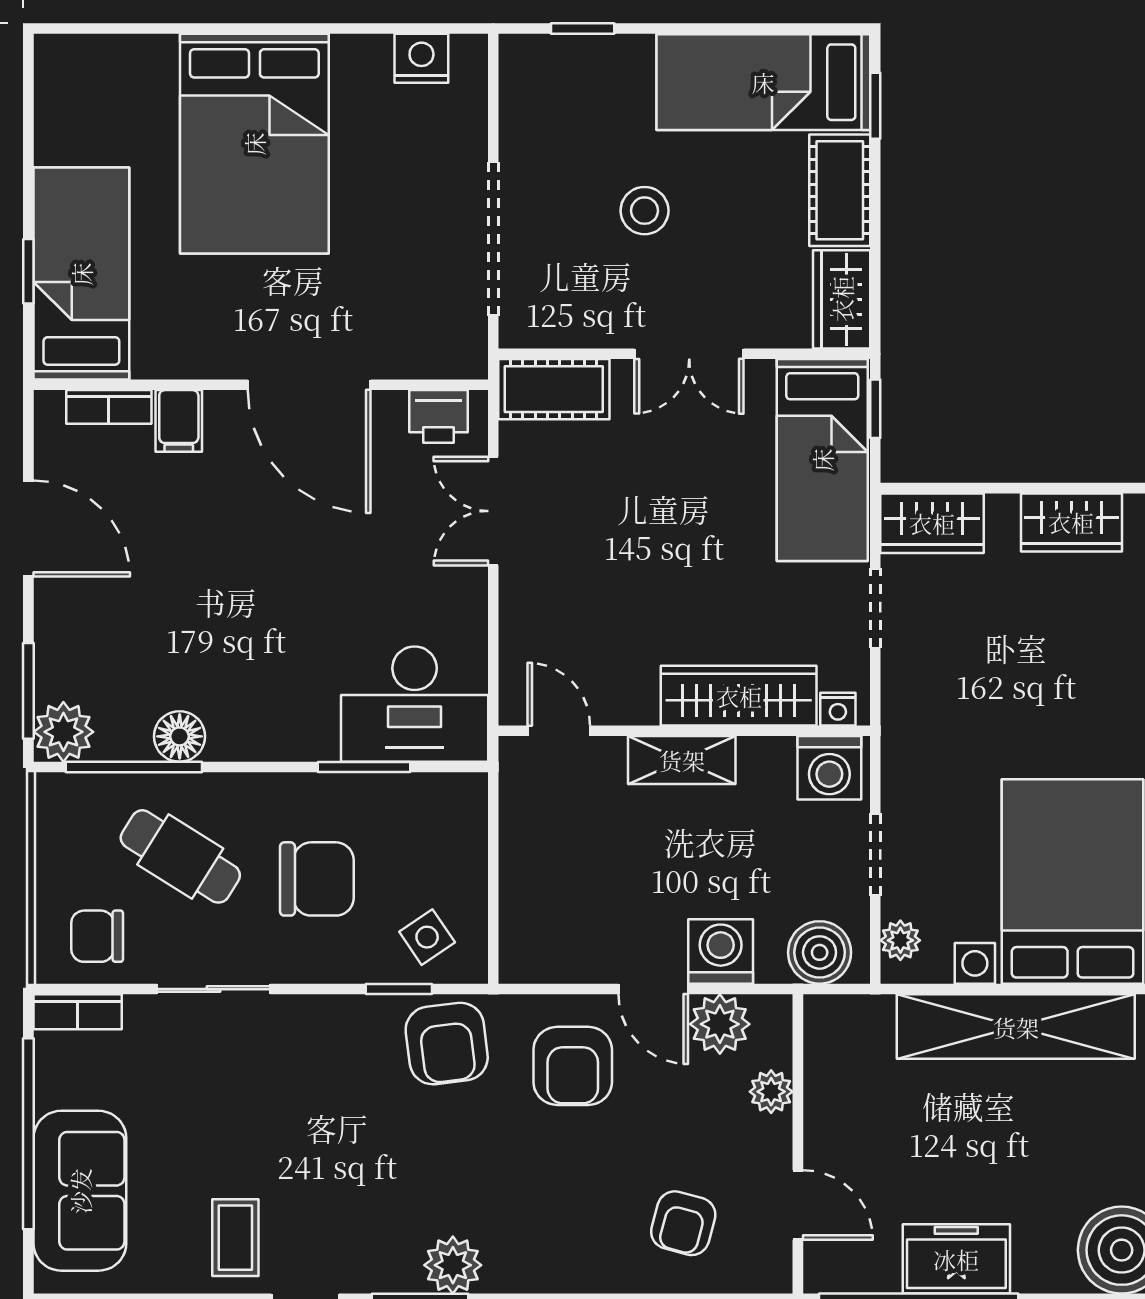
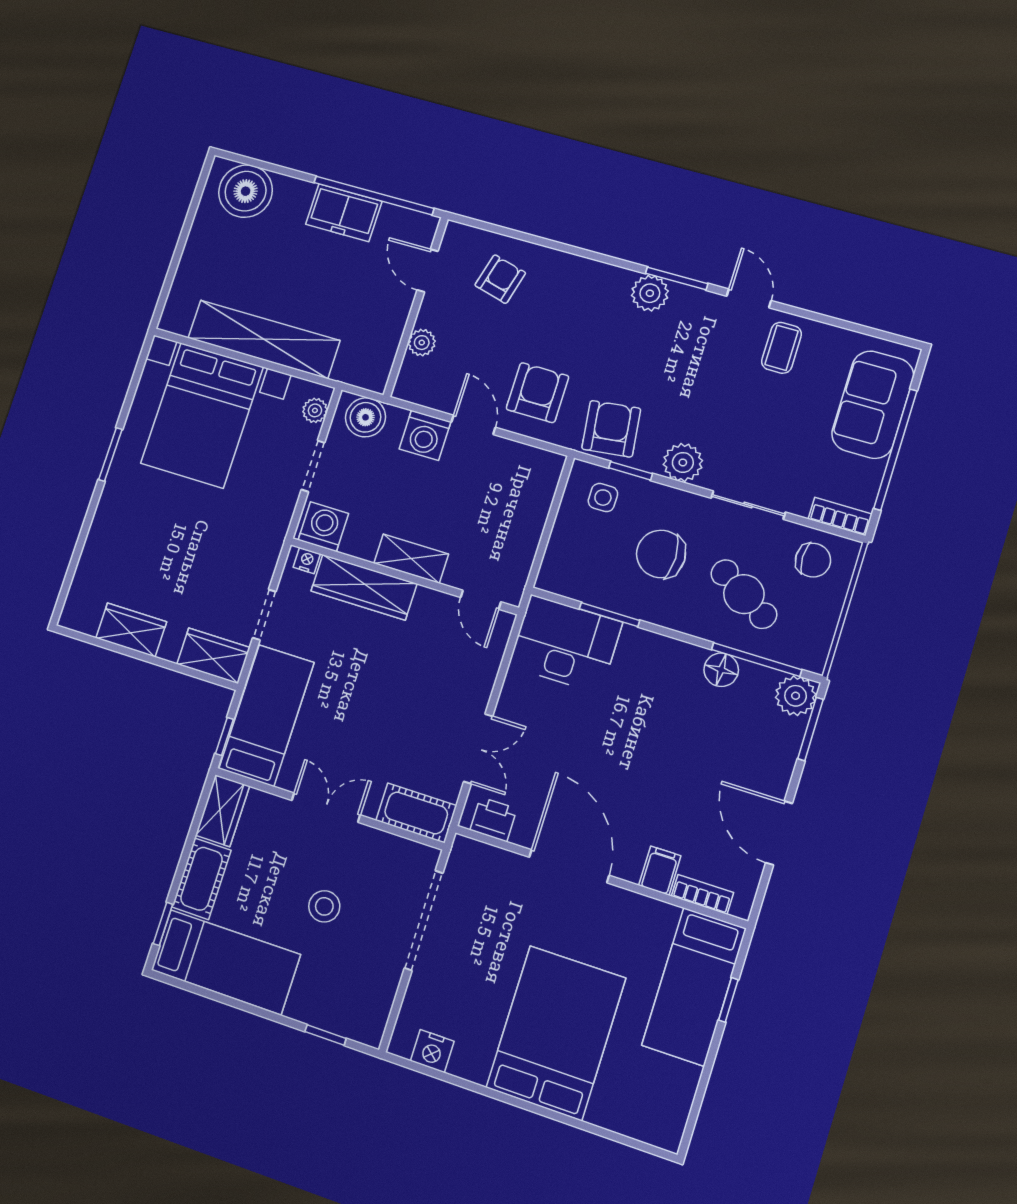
side table: (427, 937) -> (603, 498), turned 34
plant: (720, 1024) -> (683, 462), moved

